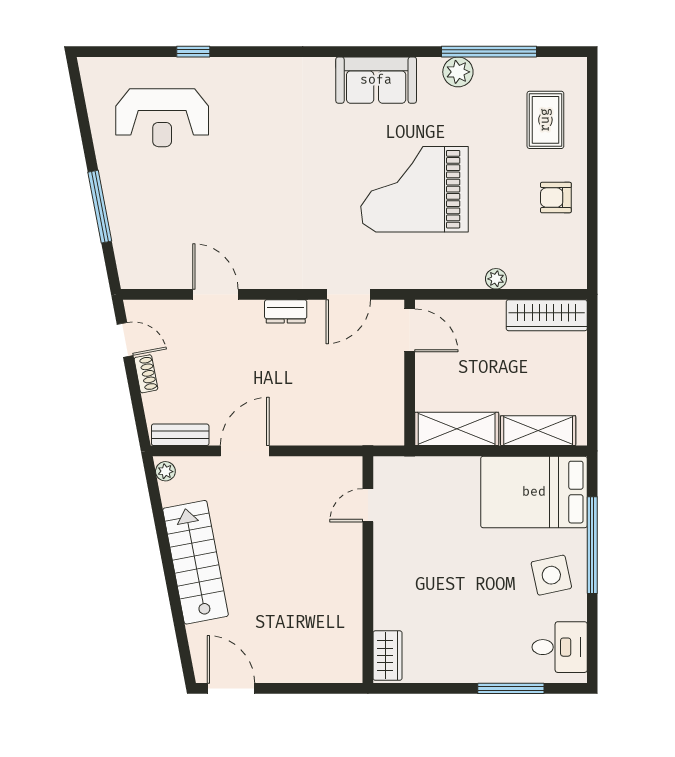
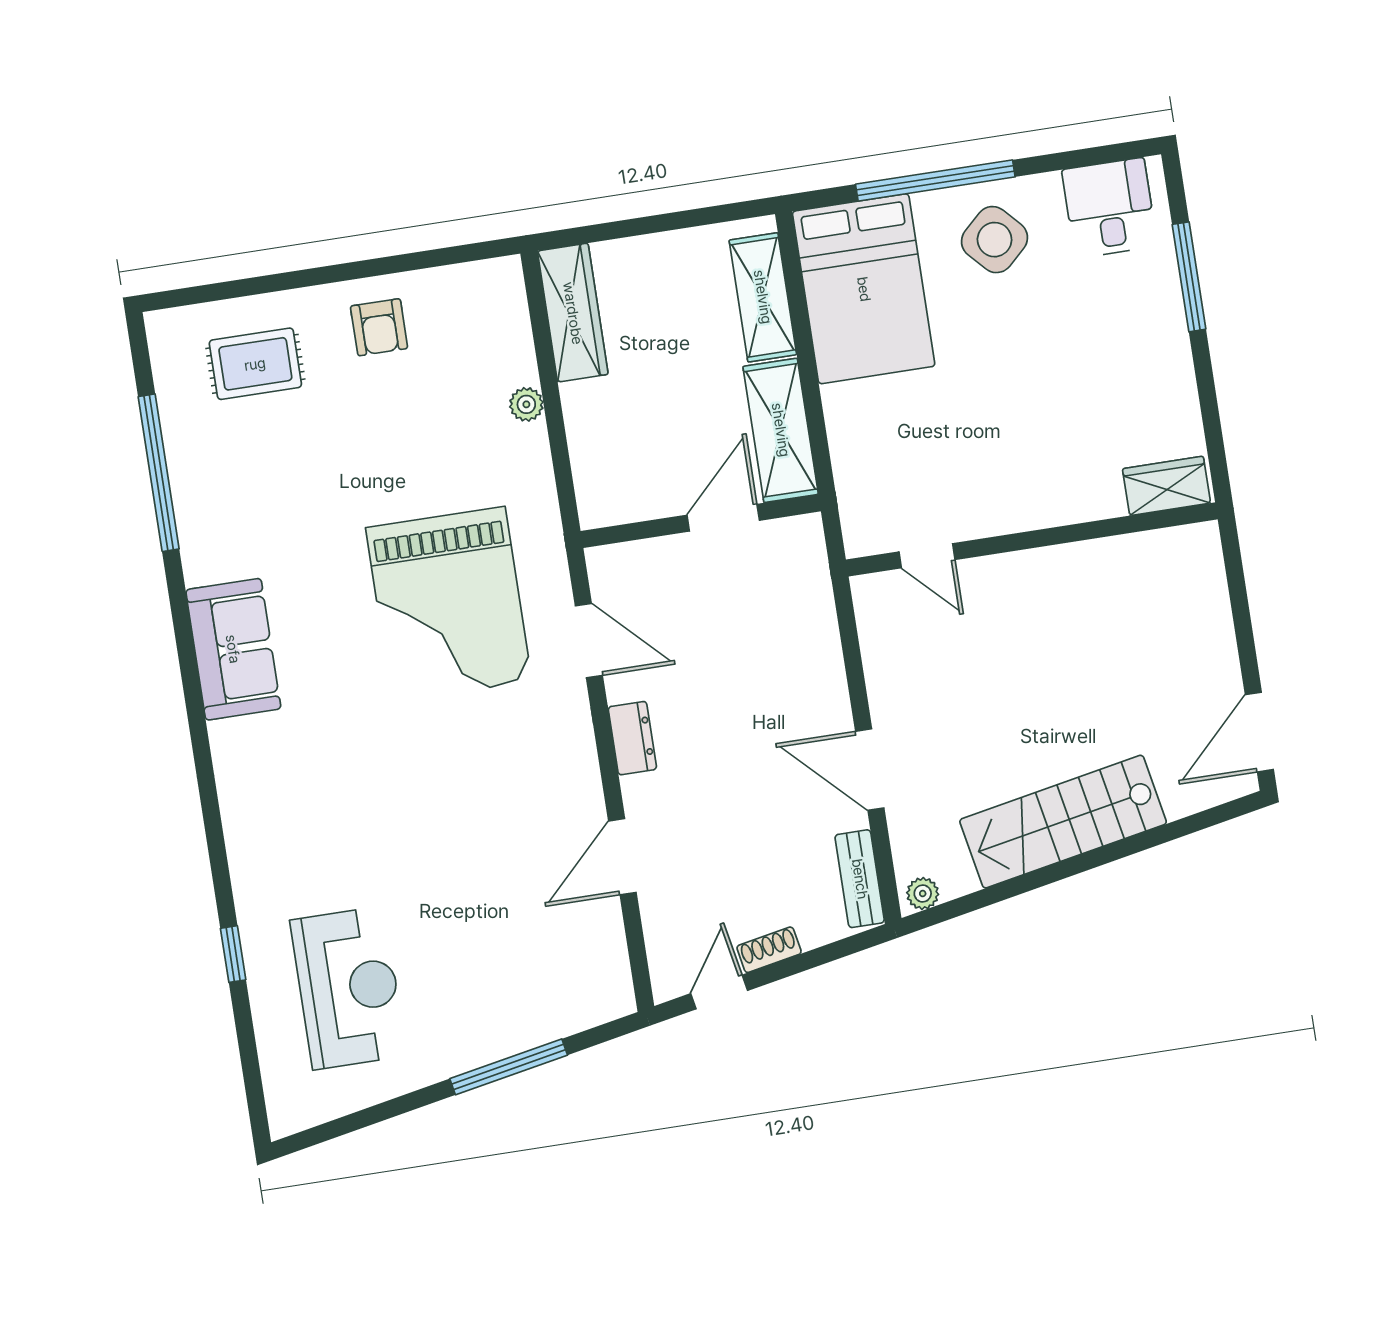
plant: (458, 72) -> (199, 518), removed
grand piano: (415, 189) -> (449, 604), moved
door: (410, 330) -> (723, 518), moved
side table: (551, 575) -> (995, 240), turned -31

